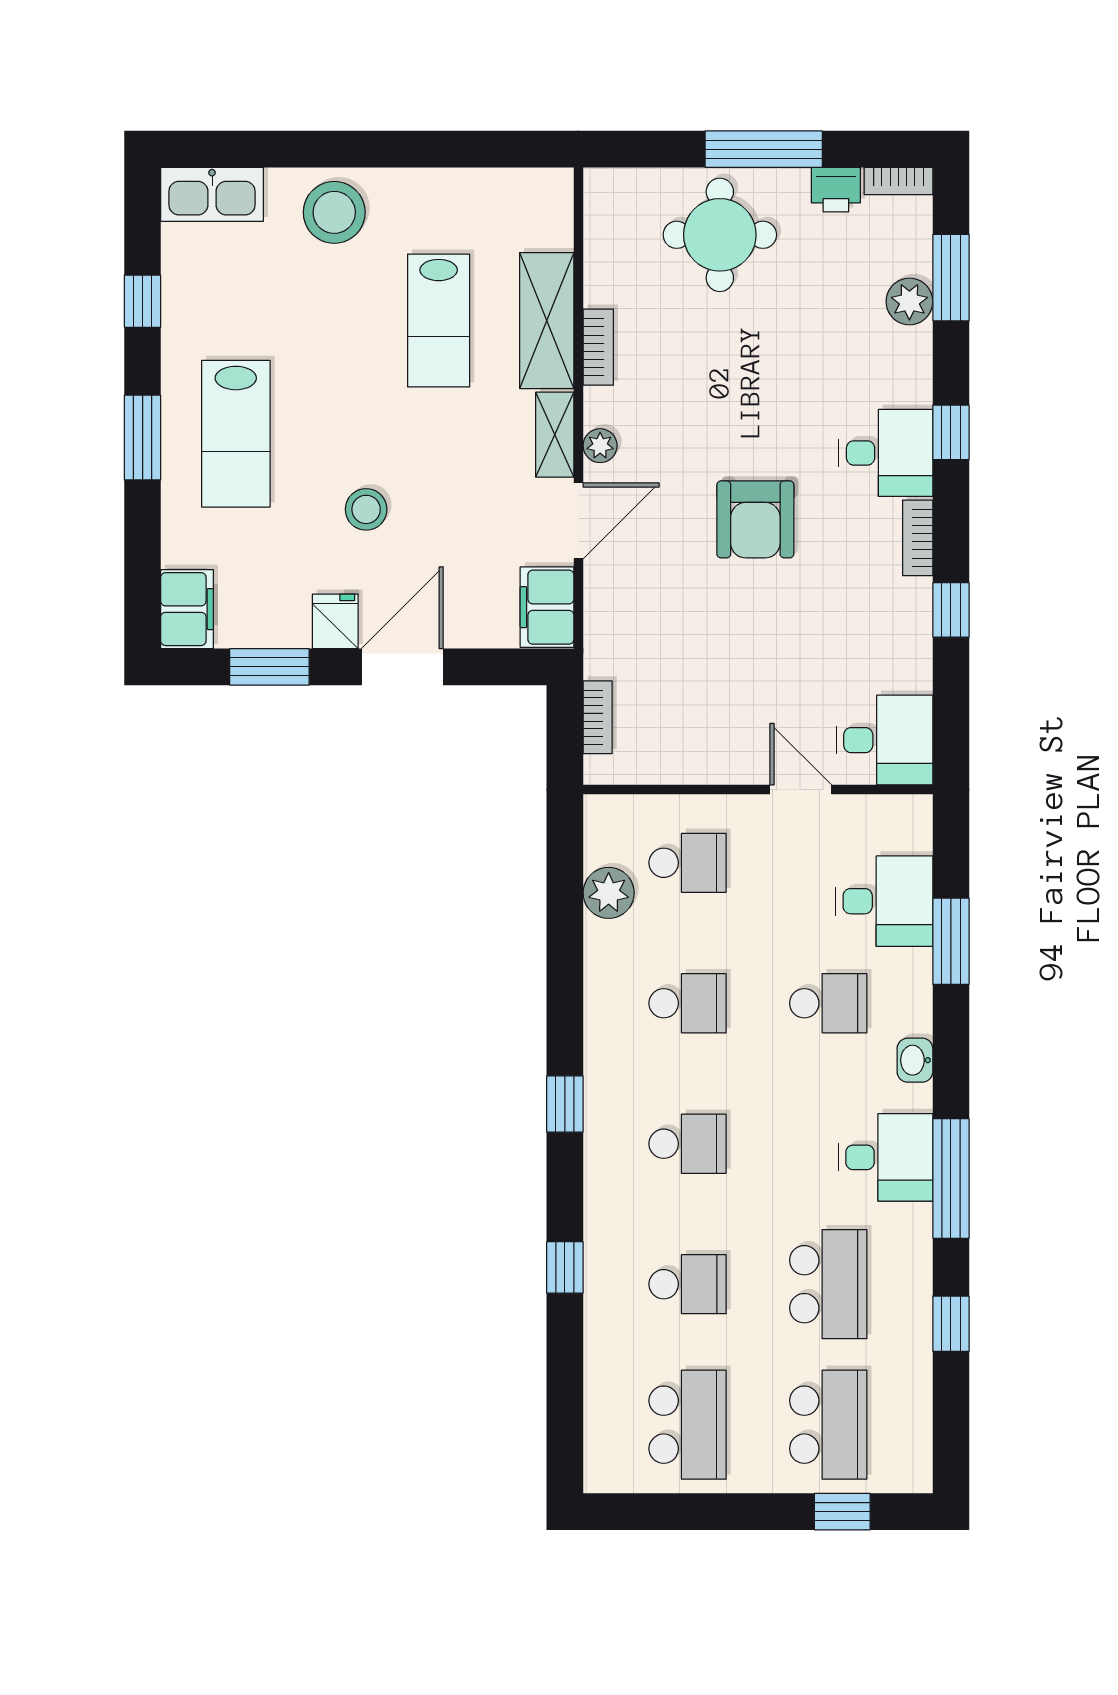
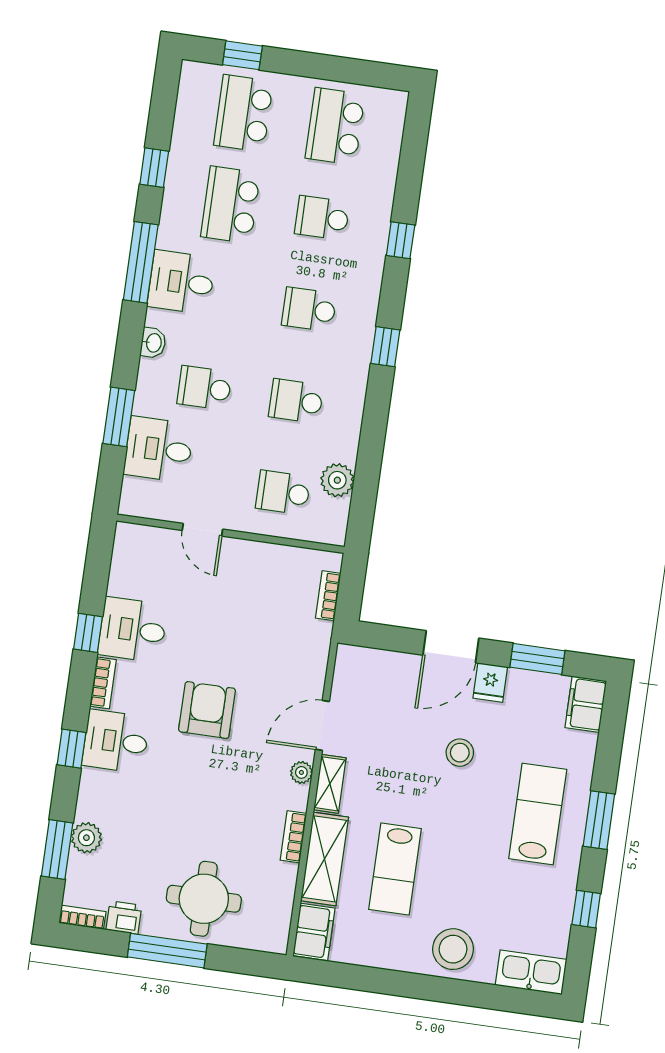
lab bench: (439, 321) -> (395, 869), turned 180
filing cabinet: (547, 607) -> (314, 932), moved
desk: (884, 740) -> (133, 630), moved

